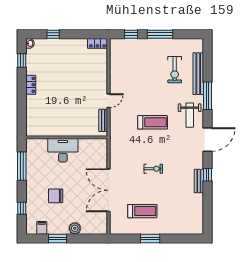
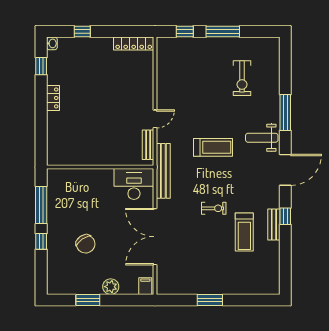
locker: (97, 43) -> (134, 44), width x1.53
bench: (198, 74) -> (163, 171), moved
weight bench: (190, 115) -> (262, 138), turned 90
desk: (63, 150) -> (134, 184), moved
chair: (56, 196) -> (86, 244), turned -125
window: (22, 208) -> (41, 241), moved
treadmill: (142, 211) -> (244, 232), moved, turned 90
filing cabinet: (42, 228) -> (145, 286), moved

